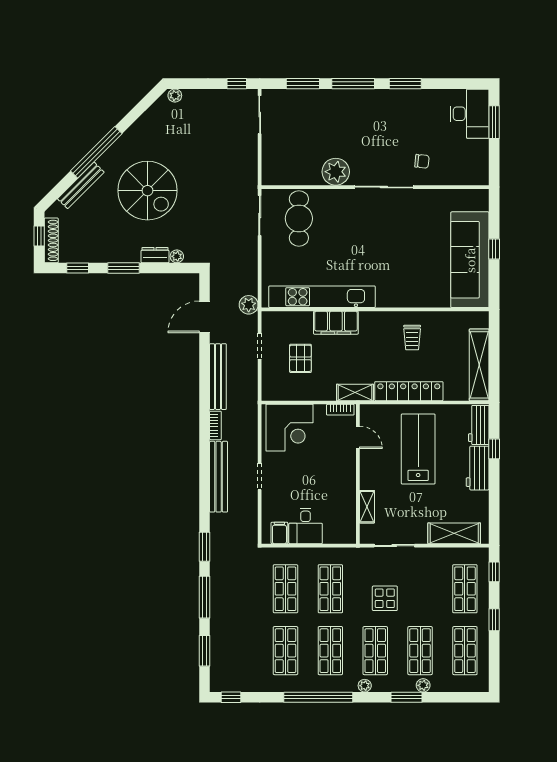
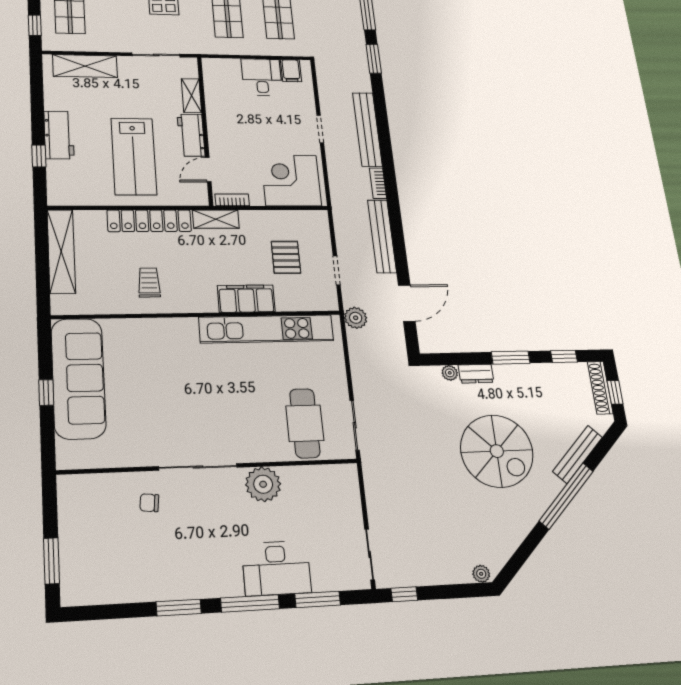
desk: (470, 114) -> (276, 568), moved, turned -90
spiral stairs: (147, 191) -> (497, 451), turned 180
workbench: (479, 425) -> (191, 135), moved, turned 180
door: (358, 437) -> (208, 170), hinge flipped

